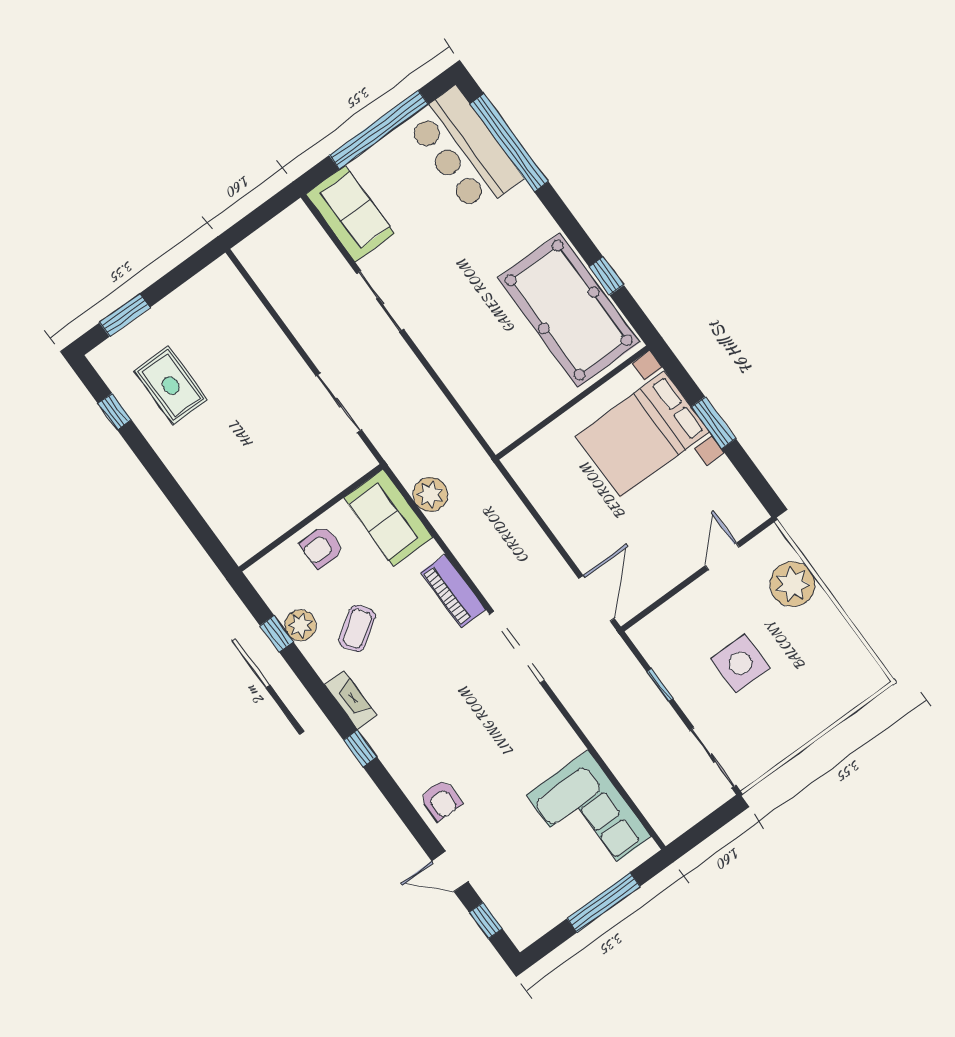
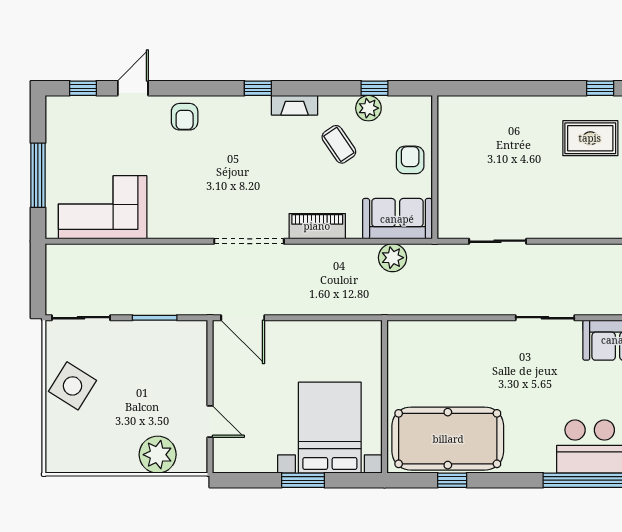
side table: (740, 663) -> (72, 386), moved, turned 32
window: (660, 685) -> (155, 318), width x1.50
armchair: (441, 800) -> (185, 117), turned -90

